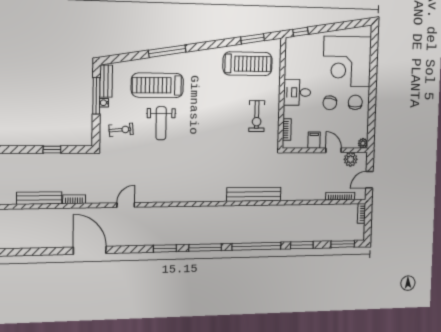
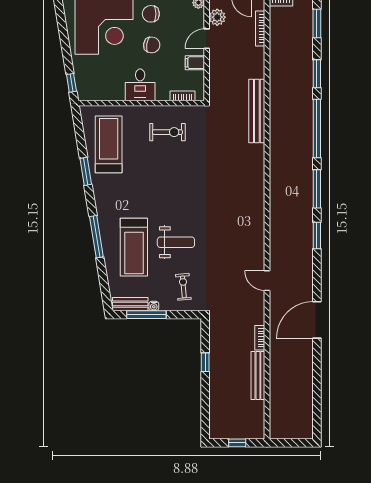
window: (253, 39) -> (86, 171), moved
bench: (254, 194) -> (257, 111), moved

